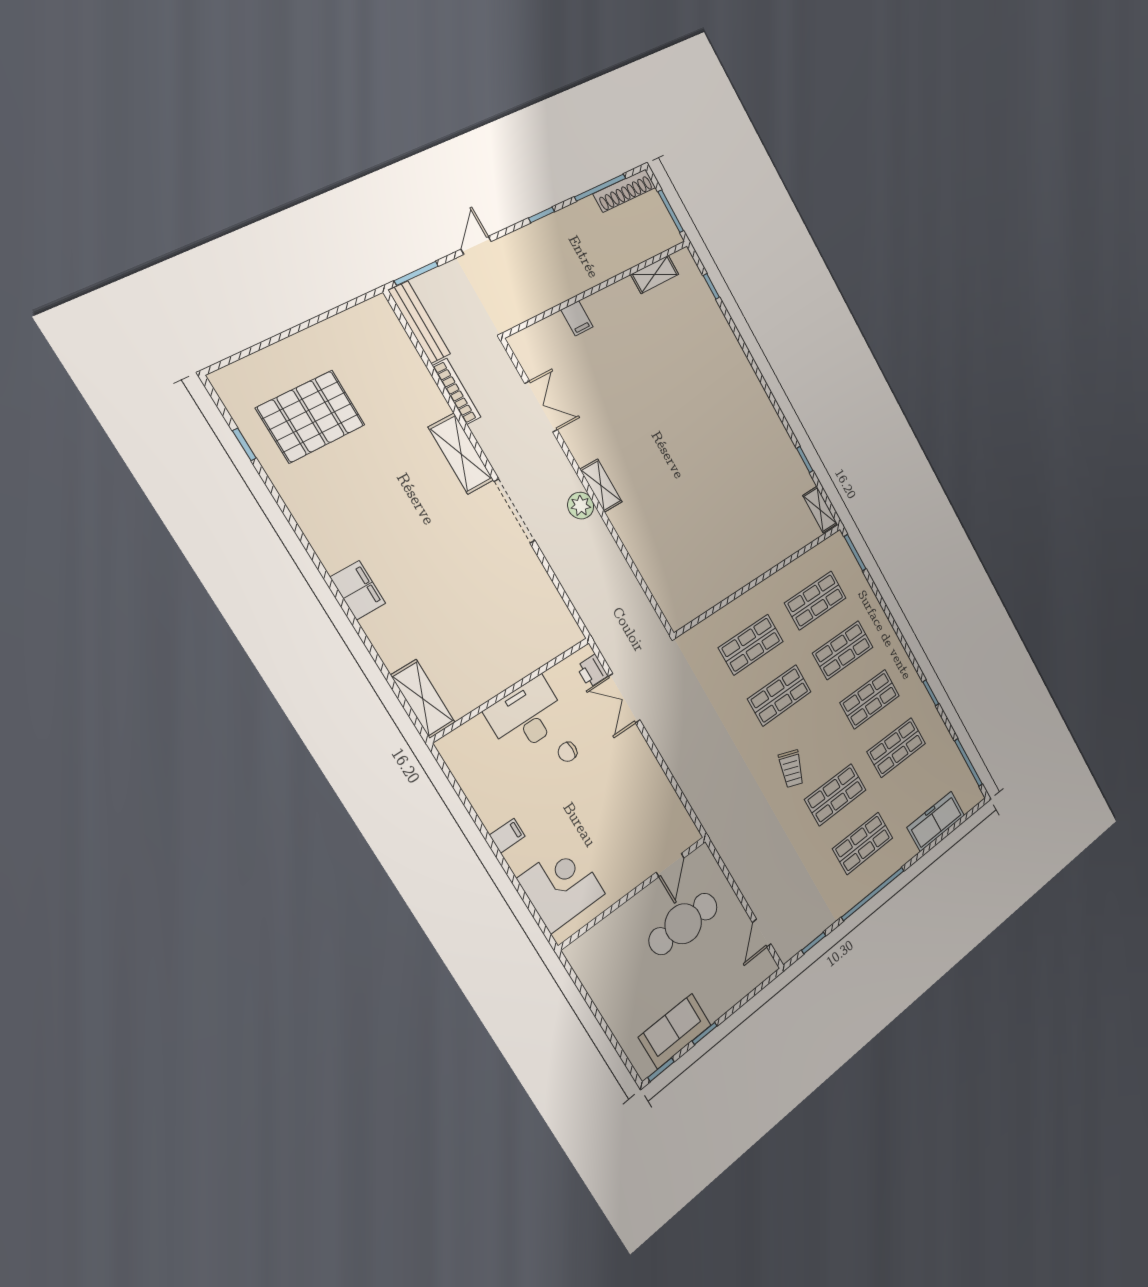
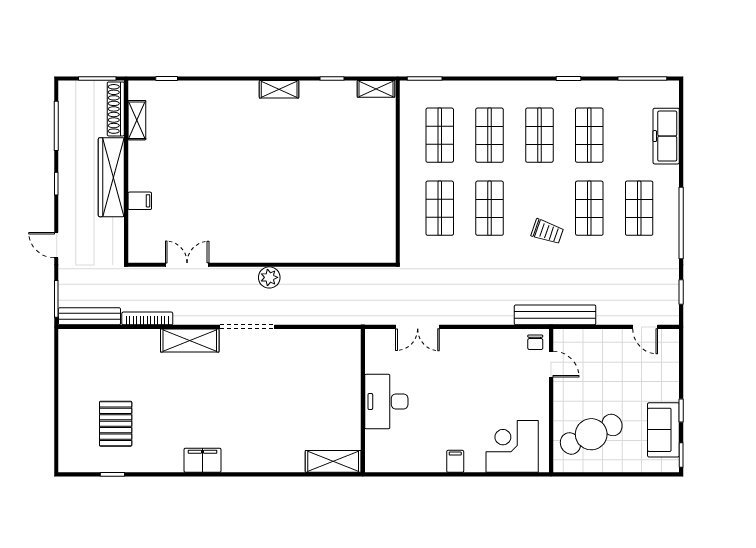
shoe rack: (624, 191) -> (116, 109), moved, turned 180
wardrobe: (583, 274) -> (111, 177), added
pallet: (311, 416) -> (116, 424), width x0.73, depth x0.71
shelving: (601, 486) -> (279, 89), moved
filing cabinet: (358, 590) -> (202, 460), moved
printer: (592, 671) -> (385, 338), removed
chair: (567, 752) -> (535, 342), moved
bench: (720, 834) -> (555, 315), added
cafe table: (683, 924) -> (591, 434), moved, turned 66

